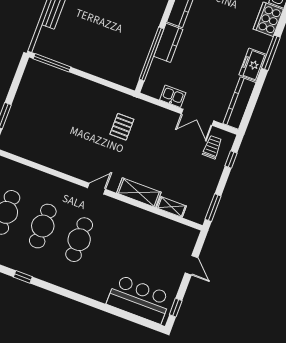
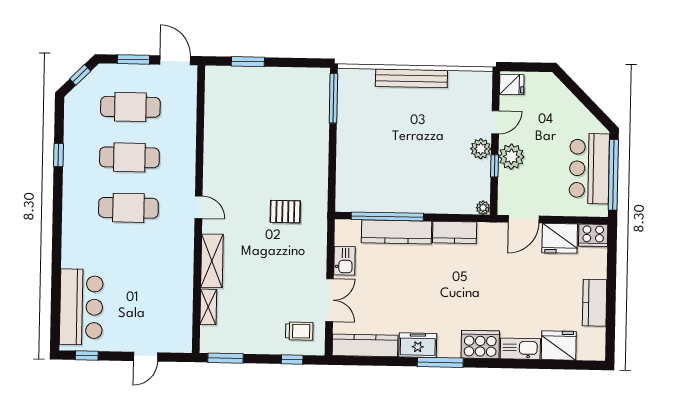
kitchen counter: (168, 43) -> (396, 232), width x1.50
double door: (198, 117) -> (330, 300), swing flipped

